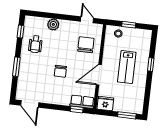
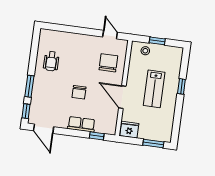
plant: (53, 24) -> (72, 39), removed
window: (21, 32) -> (26, 111), moved
door: (99, 75) -> (122, 97), hinge flipped
row of seats: (82, 102) -> (81, 124), moved

